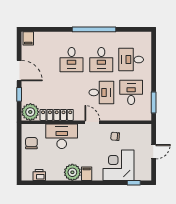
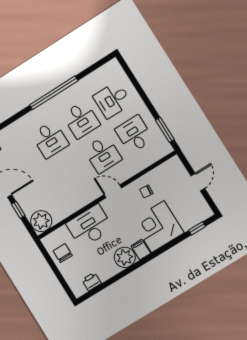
desk: (101, 92) -> (103, 154), turned 90
locker: (57, 115) -> (71, 207), removed
corner desk: (118, 165) -> (158, 227), moved

